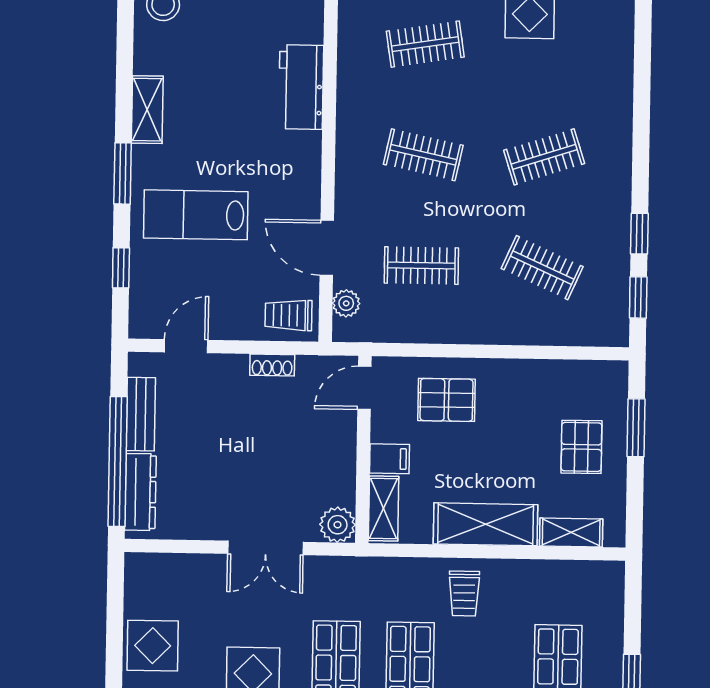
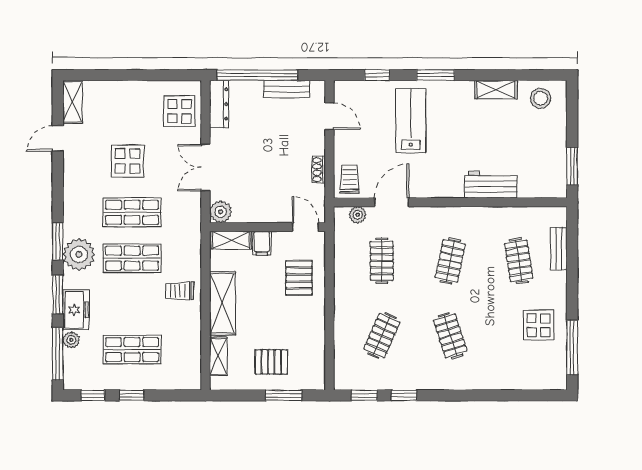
shelving: (147, 110) -> (496, 90), moved
dresser: (140, 492) -> (219, 104), moved, turned -90
display table: (153, 646) -> (179, 111), moved

